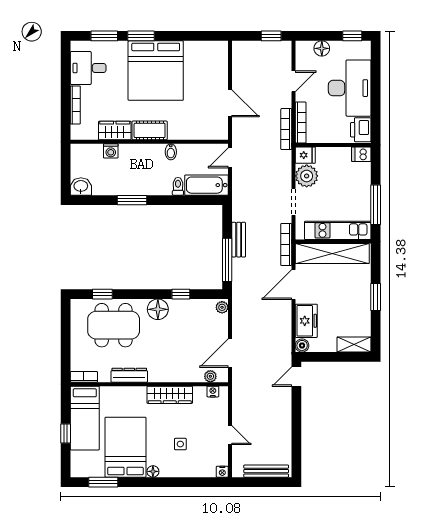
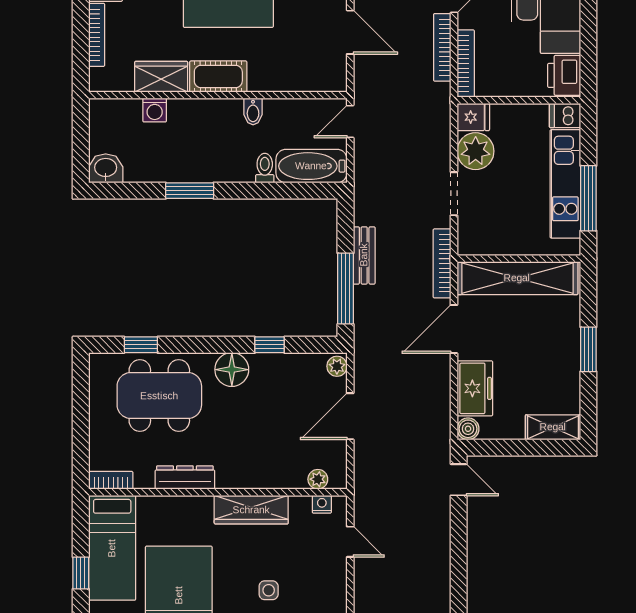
bookcase: (286, 129) -> (442, 47), moved
kitchen unit: (338, 230) -> (565, 184), moved, turned -90
door: (230, 353) -> (350, 416), moved
door: (296, 377) -> (459, 480), swing flipped
door: (230, 435) -> (350, 542), moved

